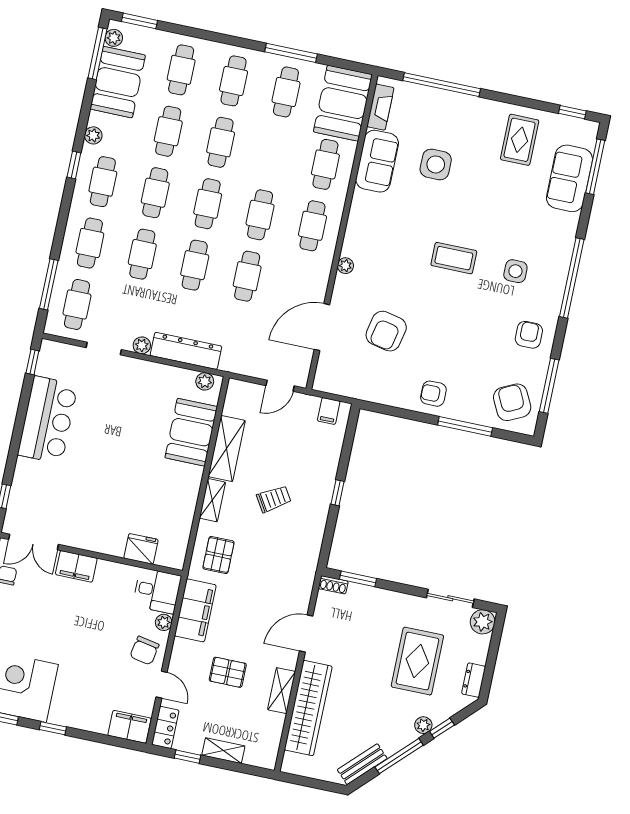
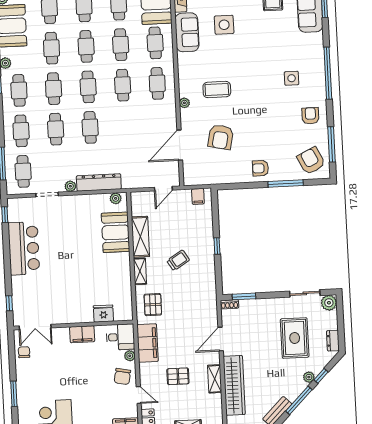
coffee table: (454, 258) -> (217, 90), moved
cafe table: (247, 276) -> (121, 45), moved
filing cabinet: (76, 566) -> (82, 334), moved

